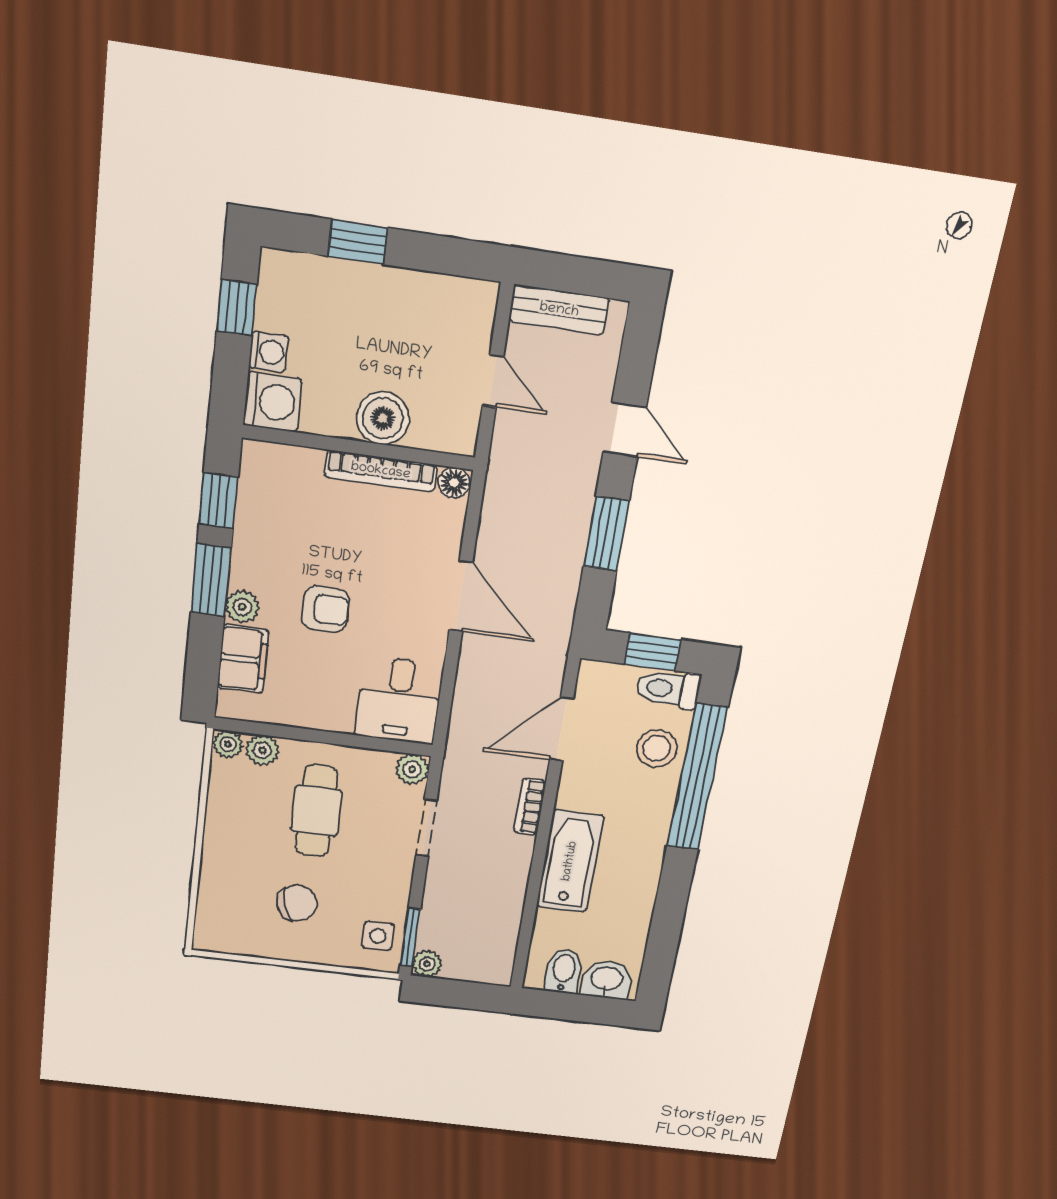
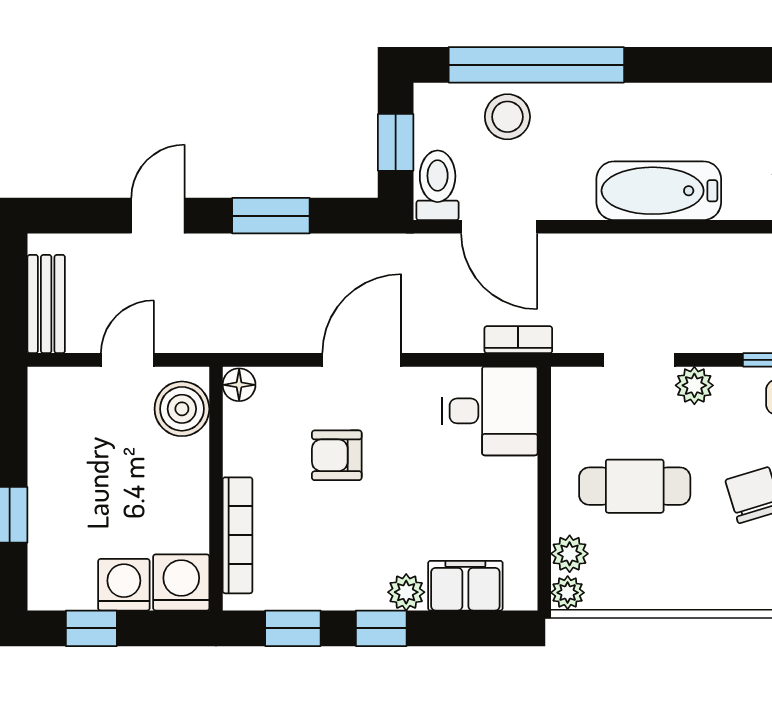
washing machine: (269, 352) -> (124, 585), width x1.38, depth x1.38
boiler: (383, 418) -> (182, 409), moved
bookcase: (381, 471) -> (237, 535), moved
window: (211, 580) -> (381, 628), width x0.67
armchair: (326, 609) -> (337, 455), moved, turned -90
toilet: (668, 689) -> (438, 185), moved, turned 180
plant: (412, 769) -> (694, 385), moved
bookcase: (530, 807) -> (518, 340), moved, turned 180

